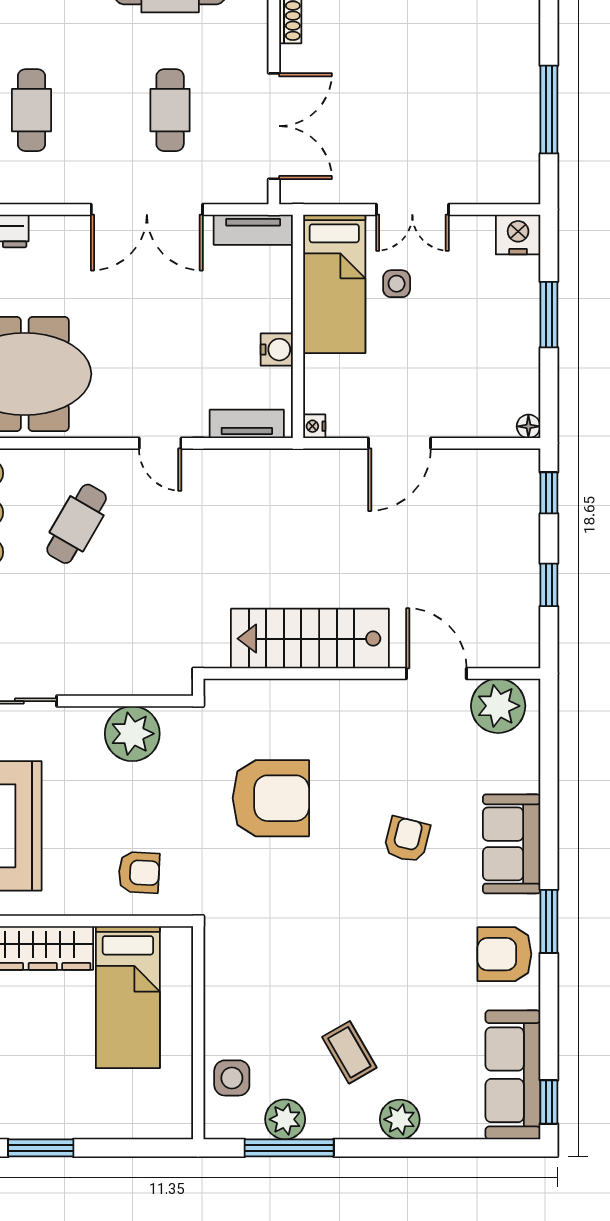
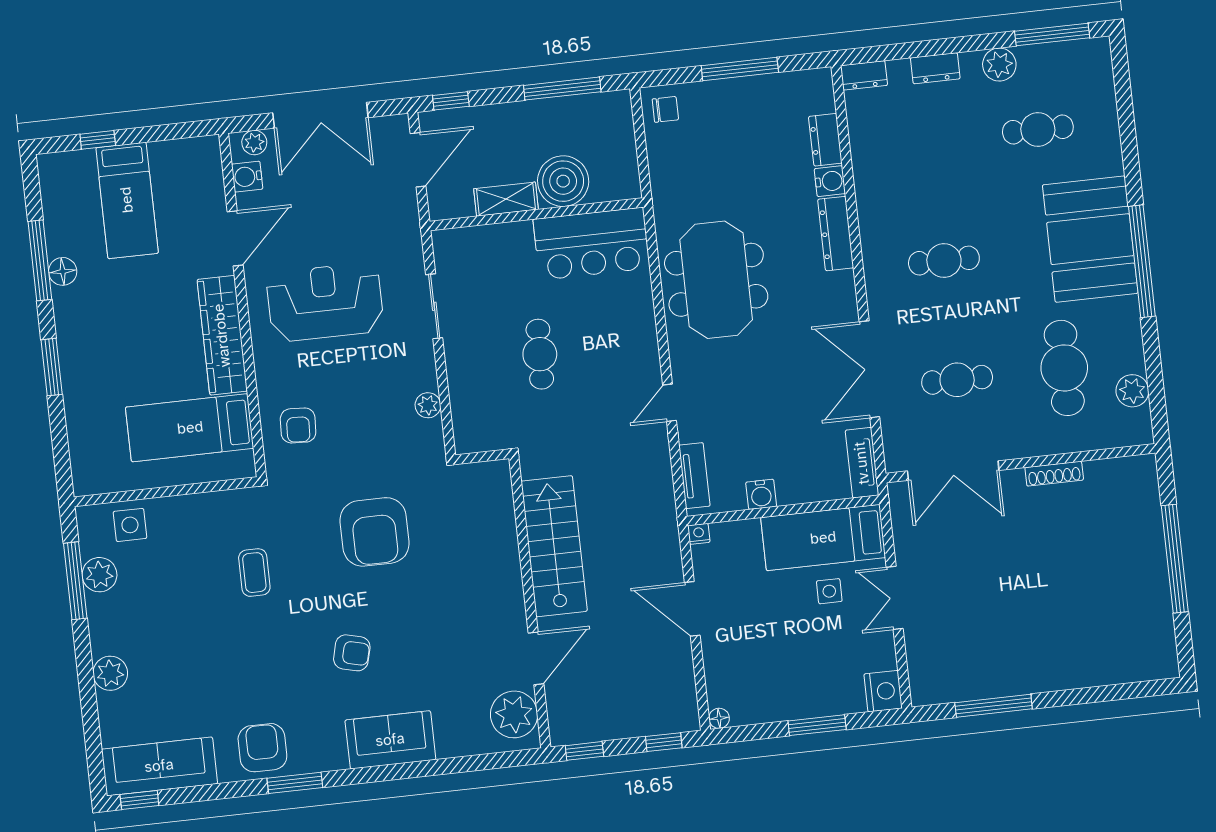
cafe table: (77, 524) -> (540, 354), moved, turned 62
stairs: (310, 639) -> (554, 546), moved
wall: (372, 674) -> (530, 603), moved
door: (436, 674) -> (536, 658), moved
plant: (498, 706) -> (514, 714), moved
plant: (132, 734) -> (428, 405), width x0.53, depth x0.53
sofa: (512, 844) -> (390, 740), moved
coffee table: (349, 1052) -> (254, 573), moved, turned -60

